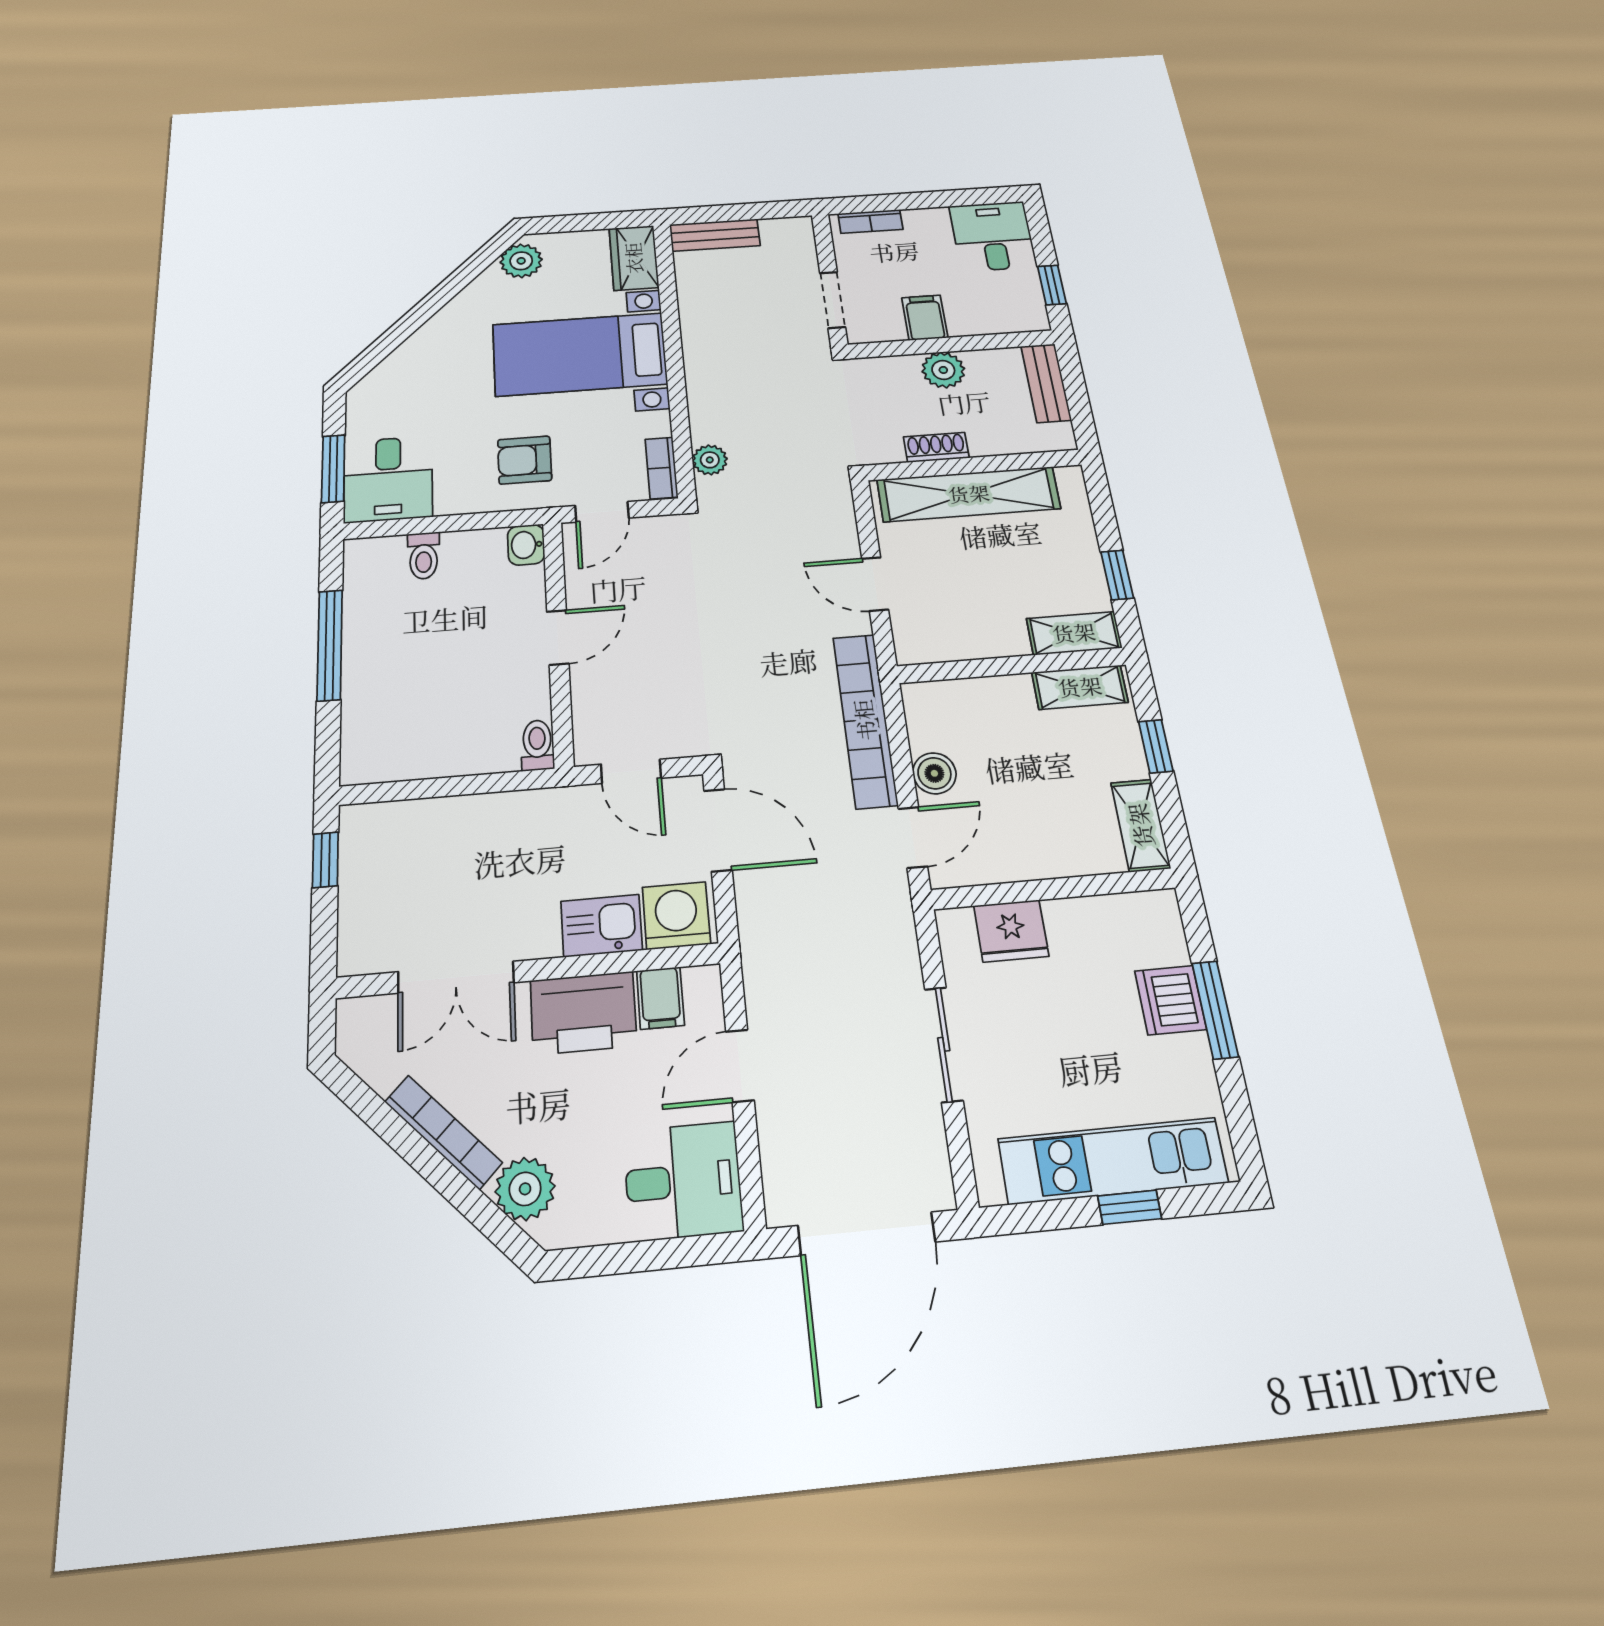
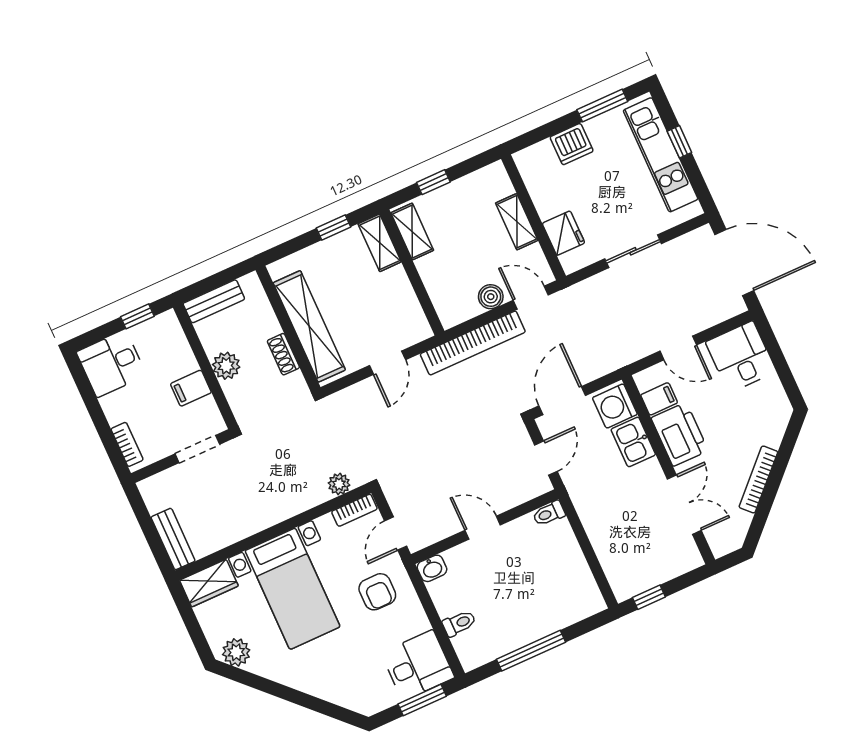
door: (602, 512) -> (396, 534), swing flipped
shelving: (1141, 825) -> (517, 222), moved, turned 90
window: (1215, 1010) -> (602, 106), moved
plant: (525, 1189) -> (770, 430), removed

